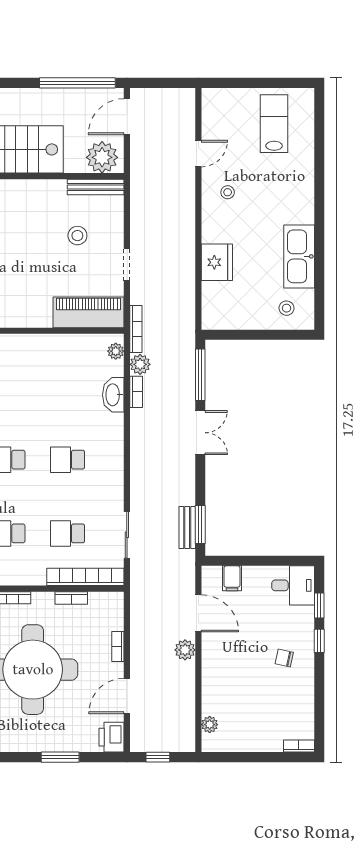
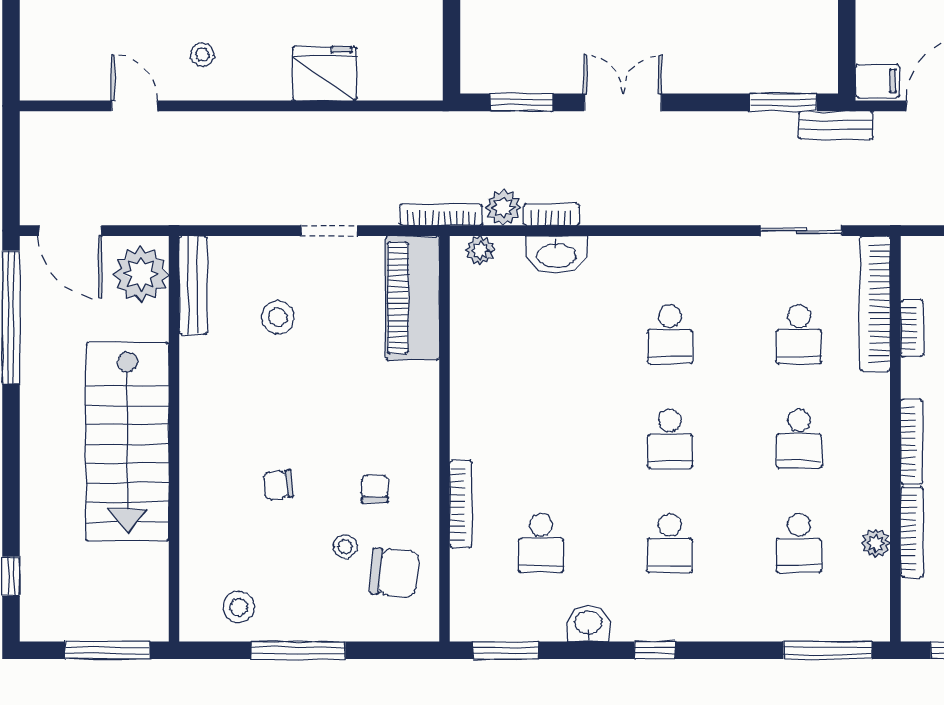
window: (200, 375) -> (521, 102), width x0.69
bench: (187, 527) -> (836, 125), moved
filing cabinet: (232, 578) -> (877, 81), moved

